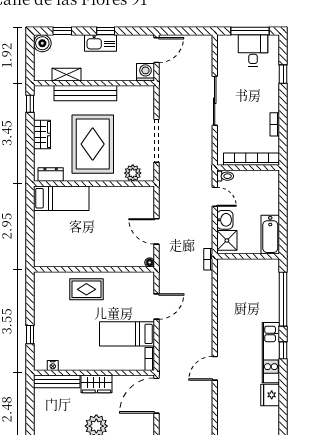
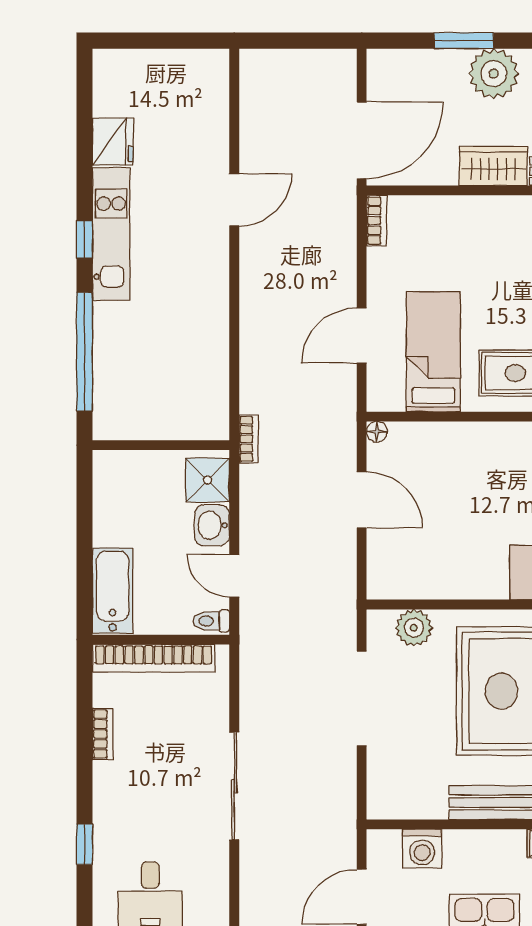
washing machine: (145, 72) -> (422, 849), moved
bathtub: (270, 235) -> (113, 591), moved
bed: (127, 334) -> (433, 352), moved, turned -90

